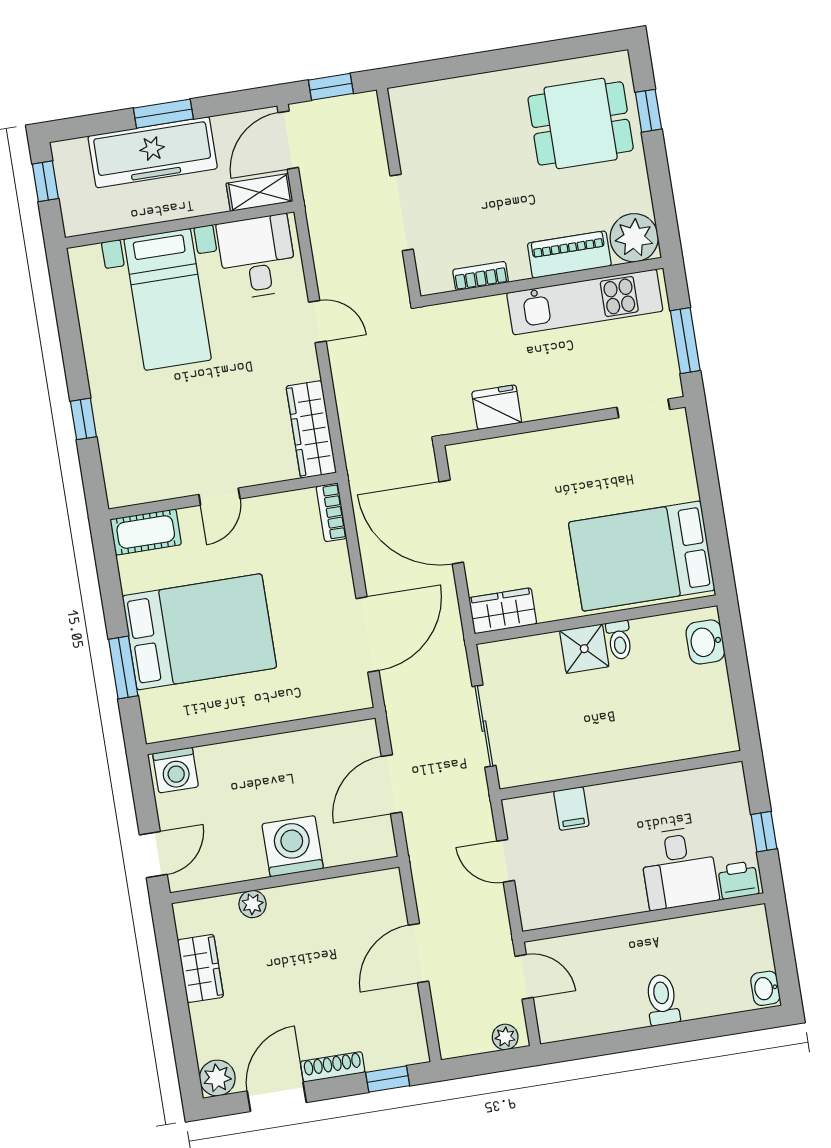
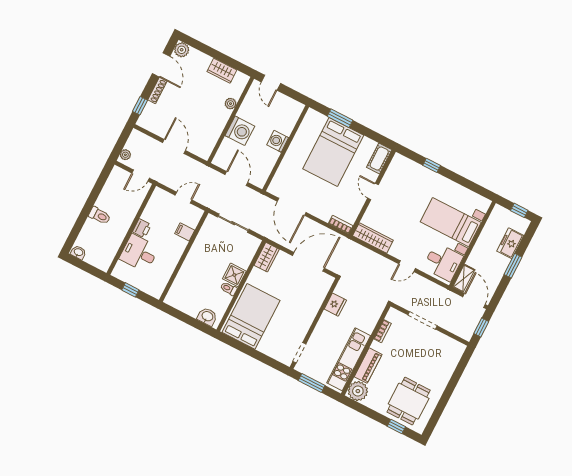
freezer: (153, 152) -> (510, 243), width x0.52, depth x0.79
washing machine: (176, 770) -> (278, 141), moved
printer: (738, 880) -> (142, 228), moved

